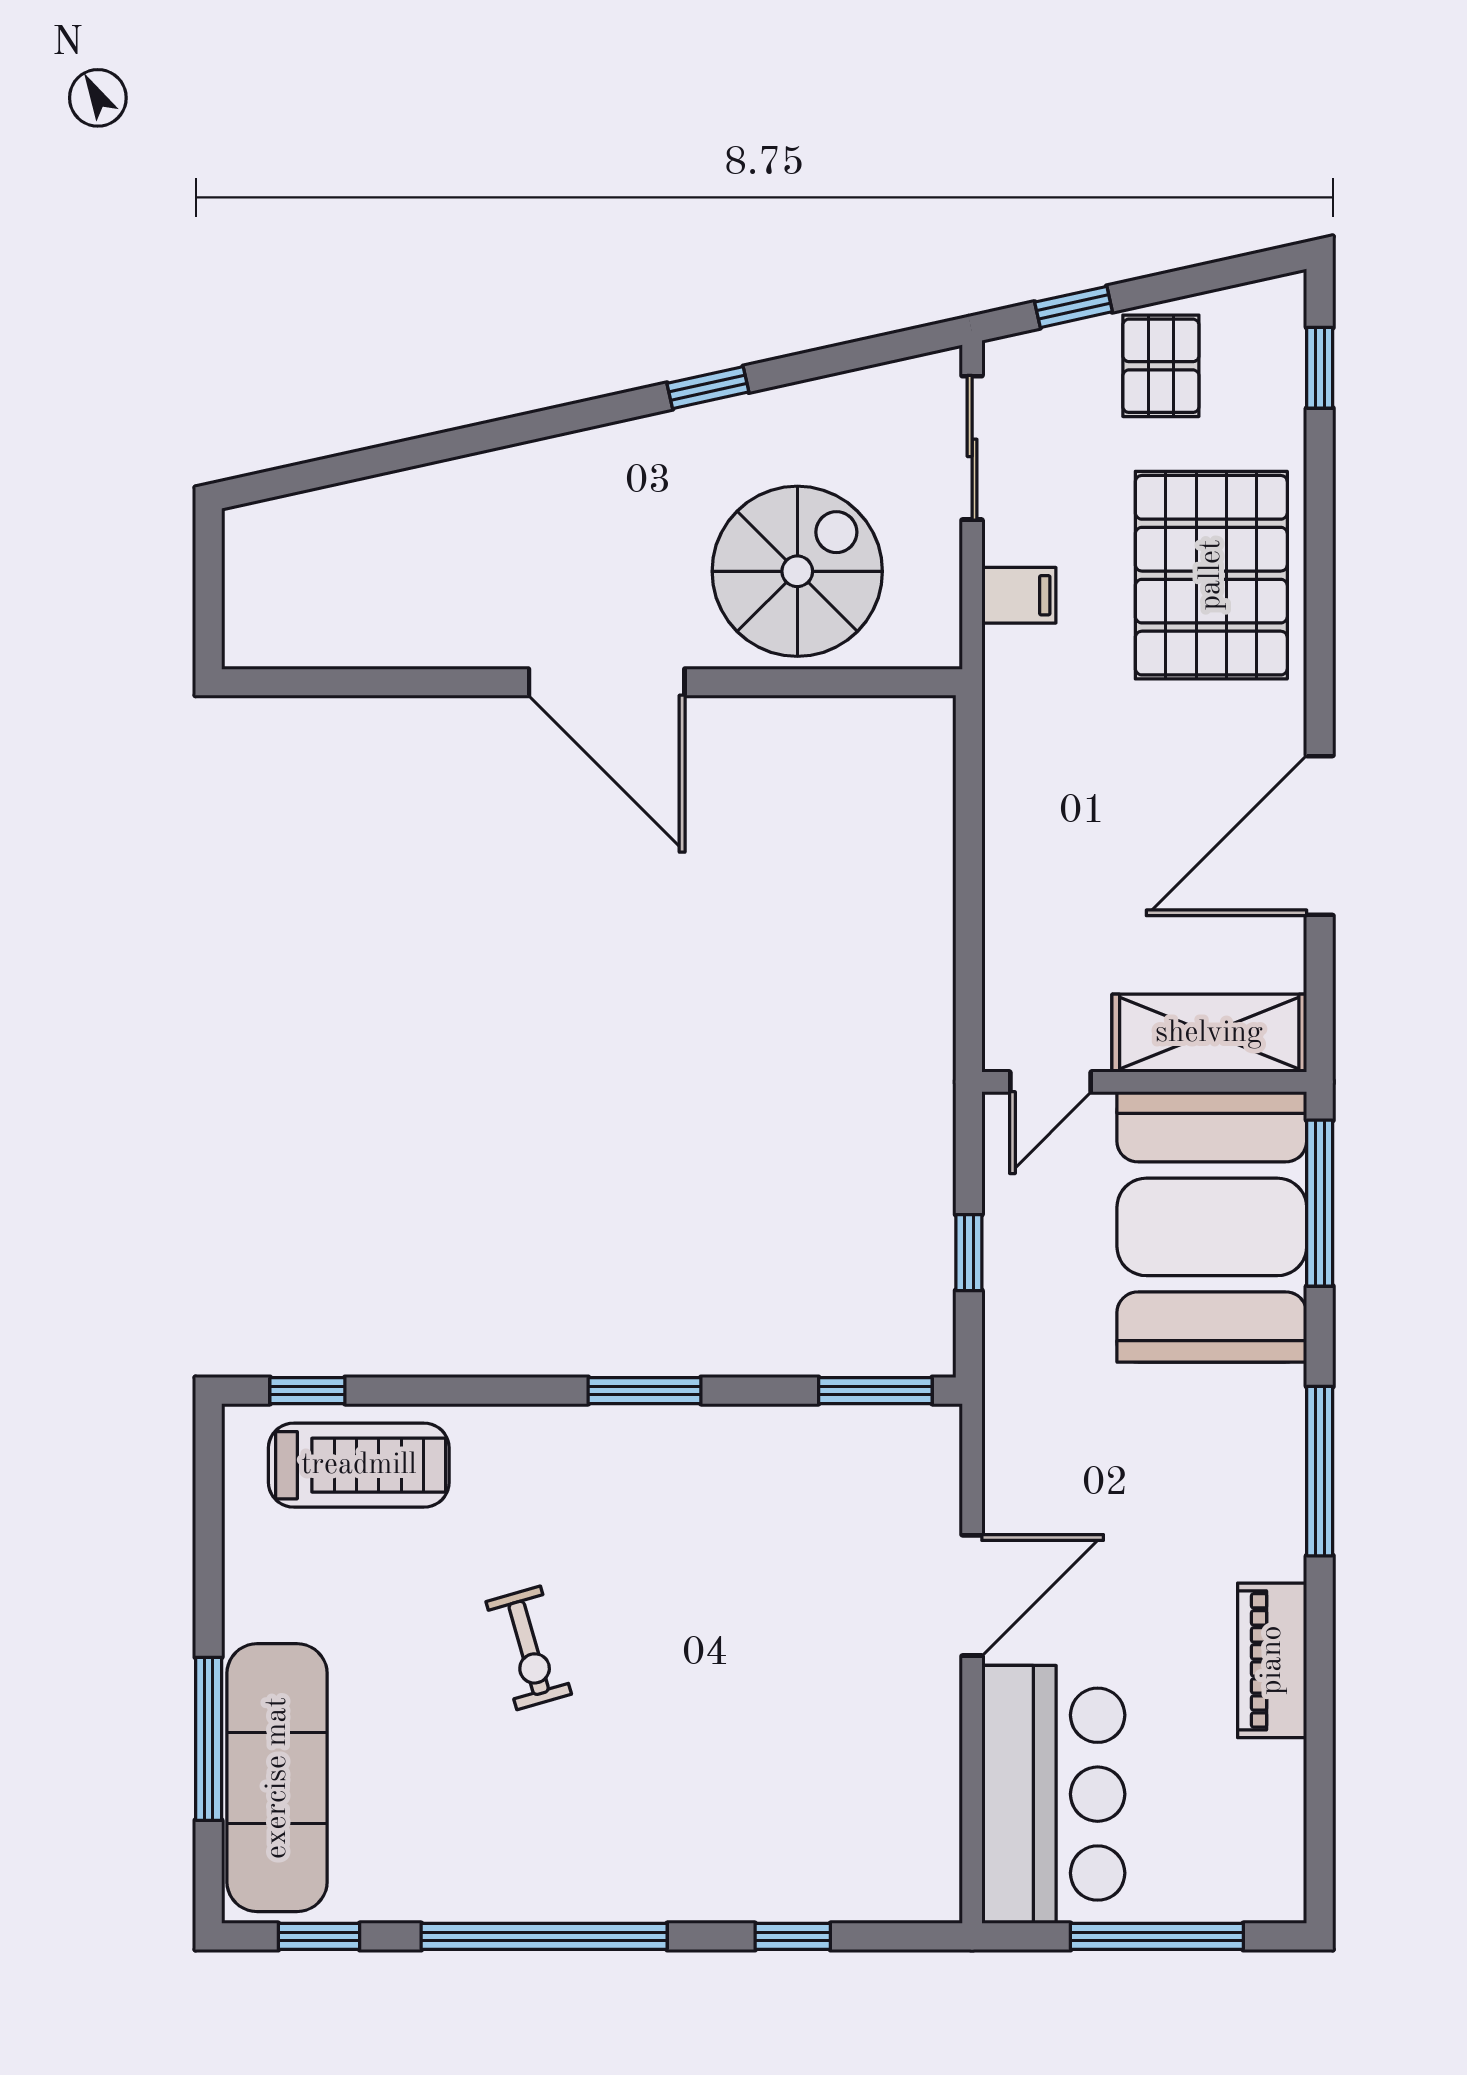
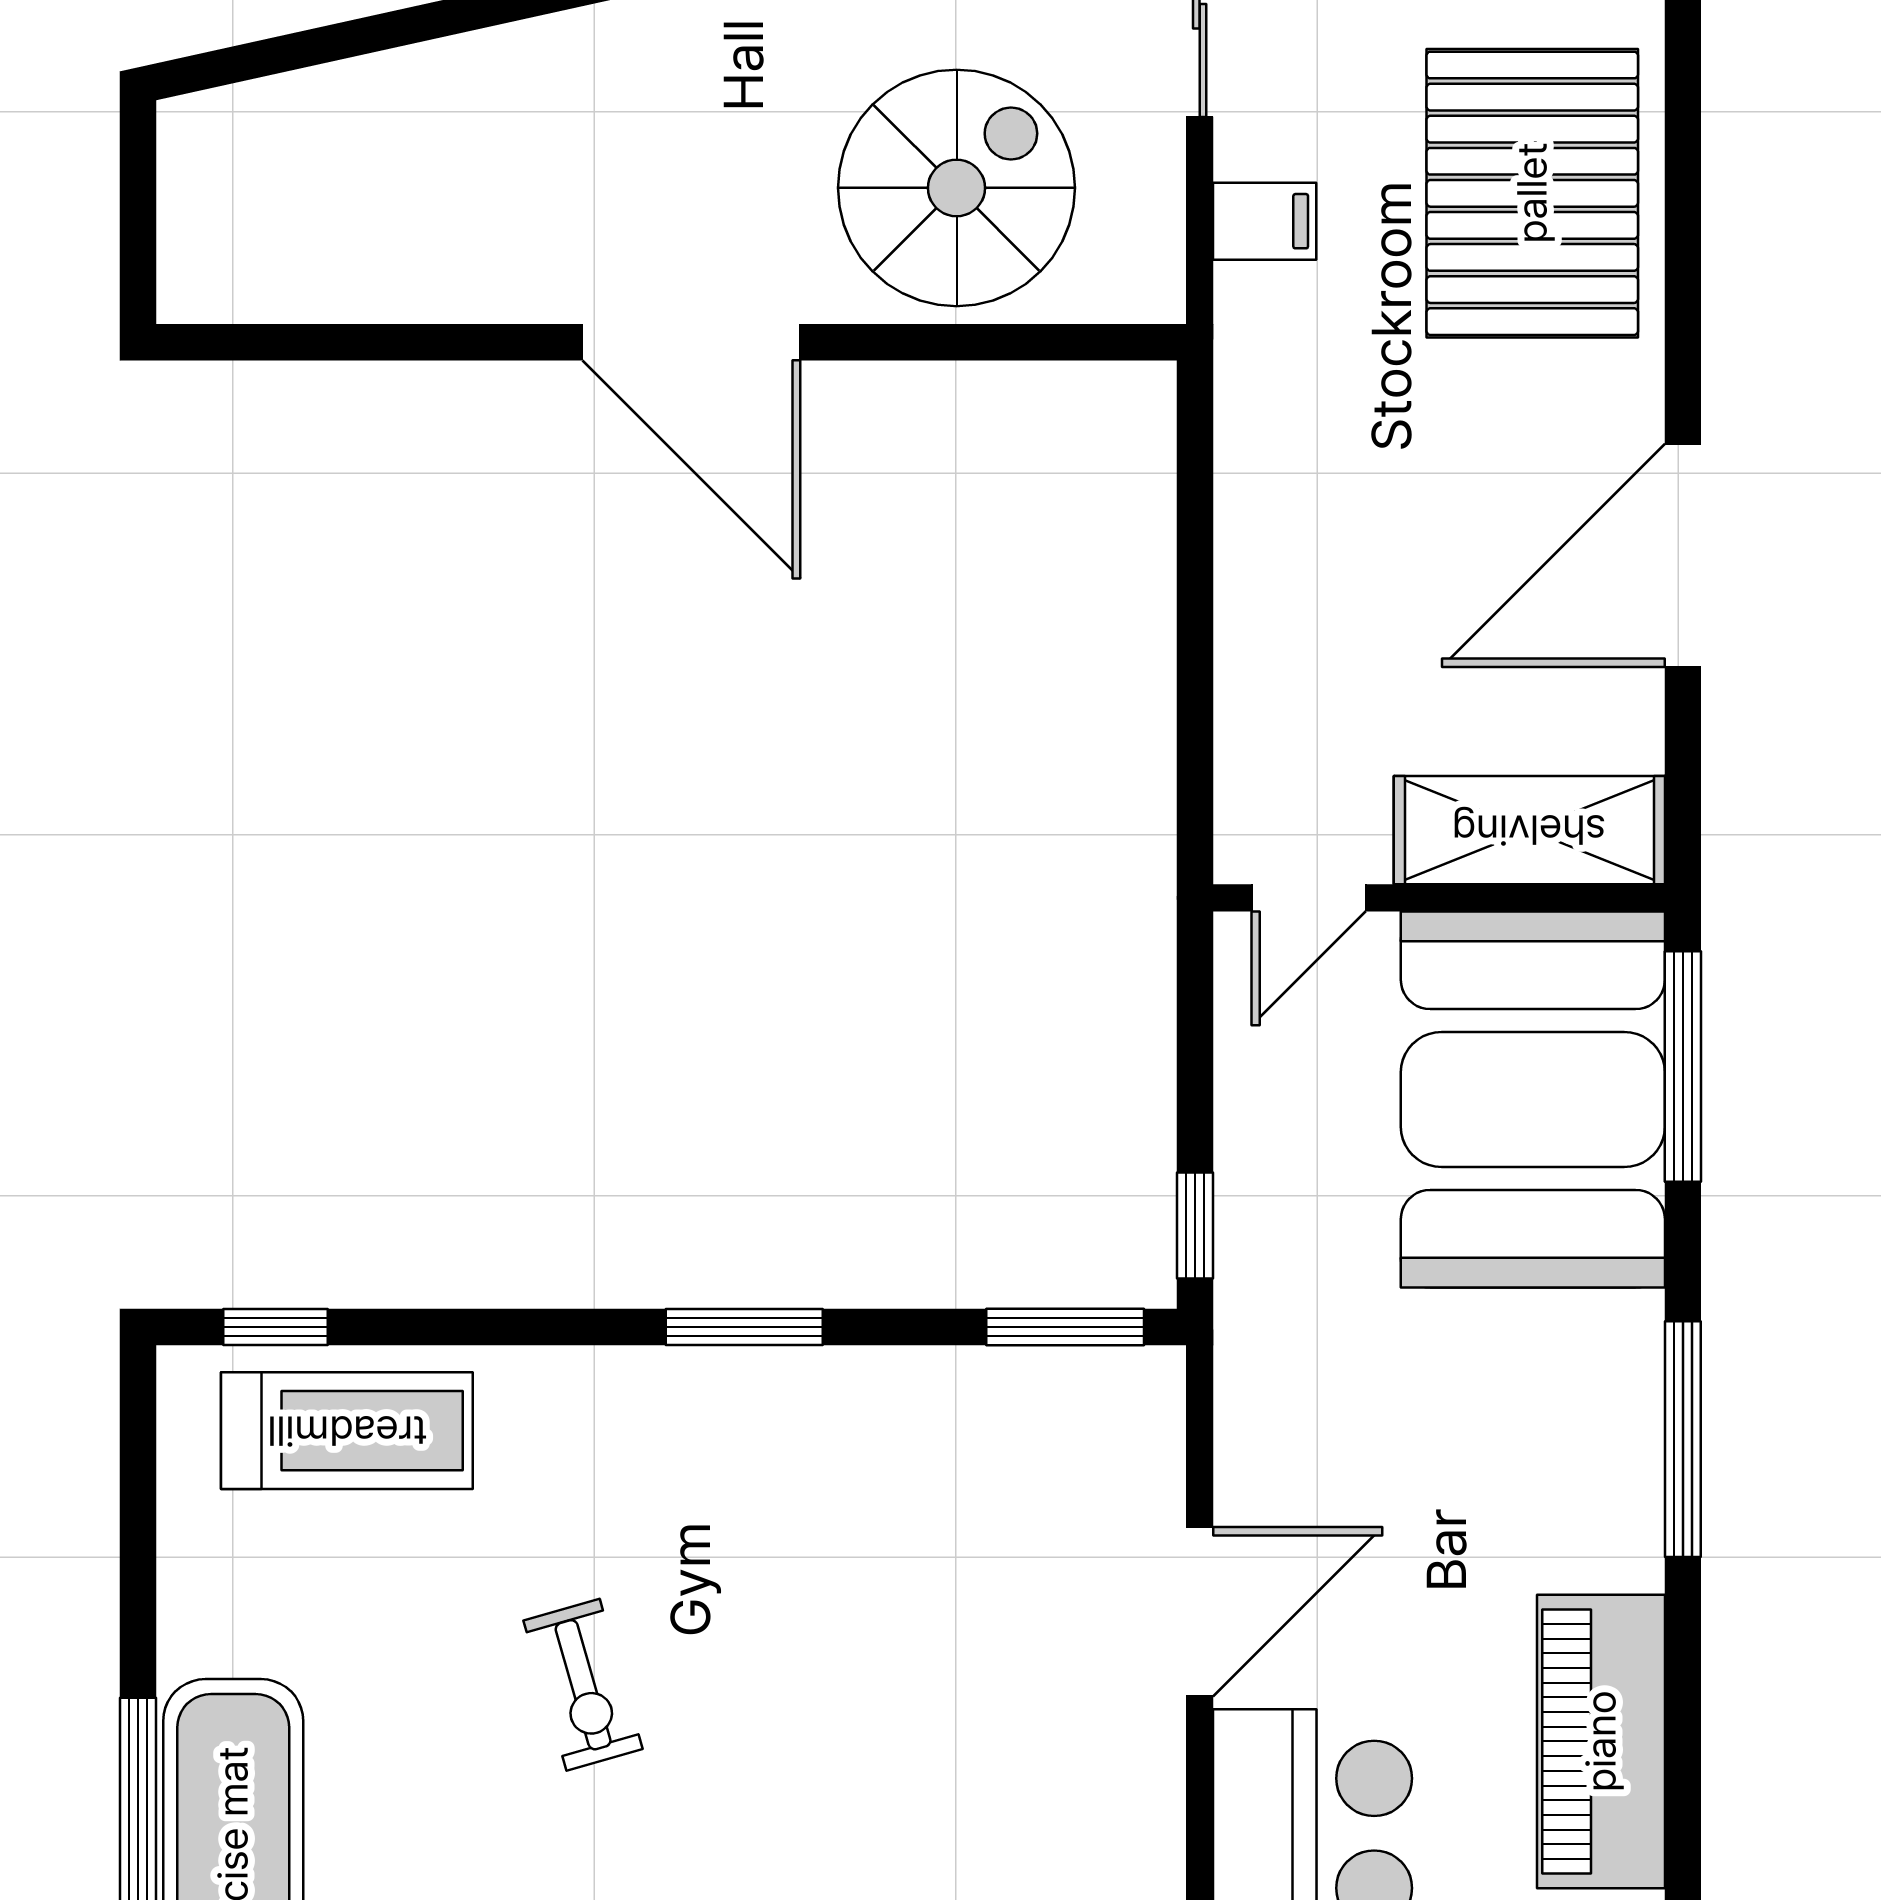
window: (969, 1253) -> (1195, 1225), moved
piano: (1272, 1660) -> (1601, 1741), width x1.37, depth x1.33

